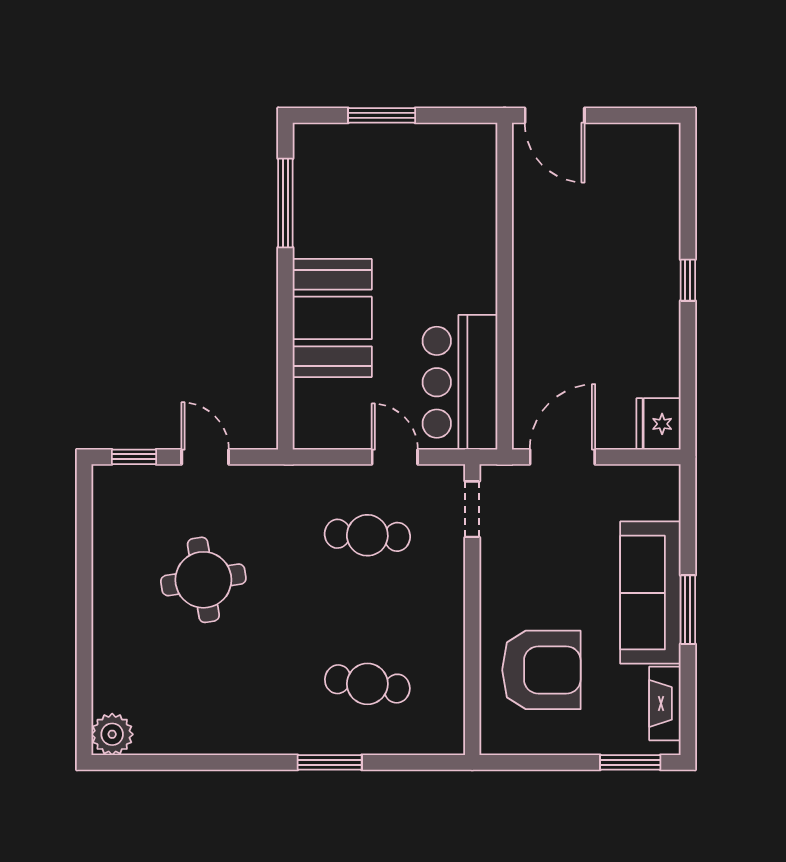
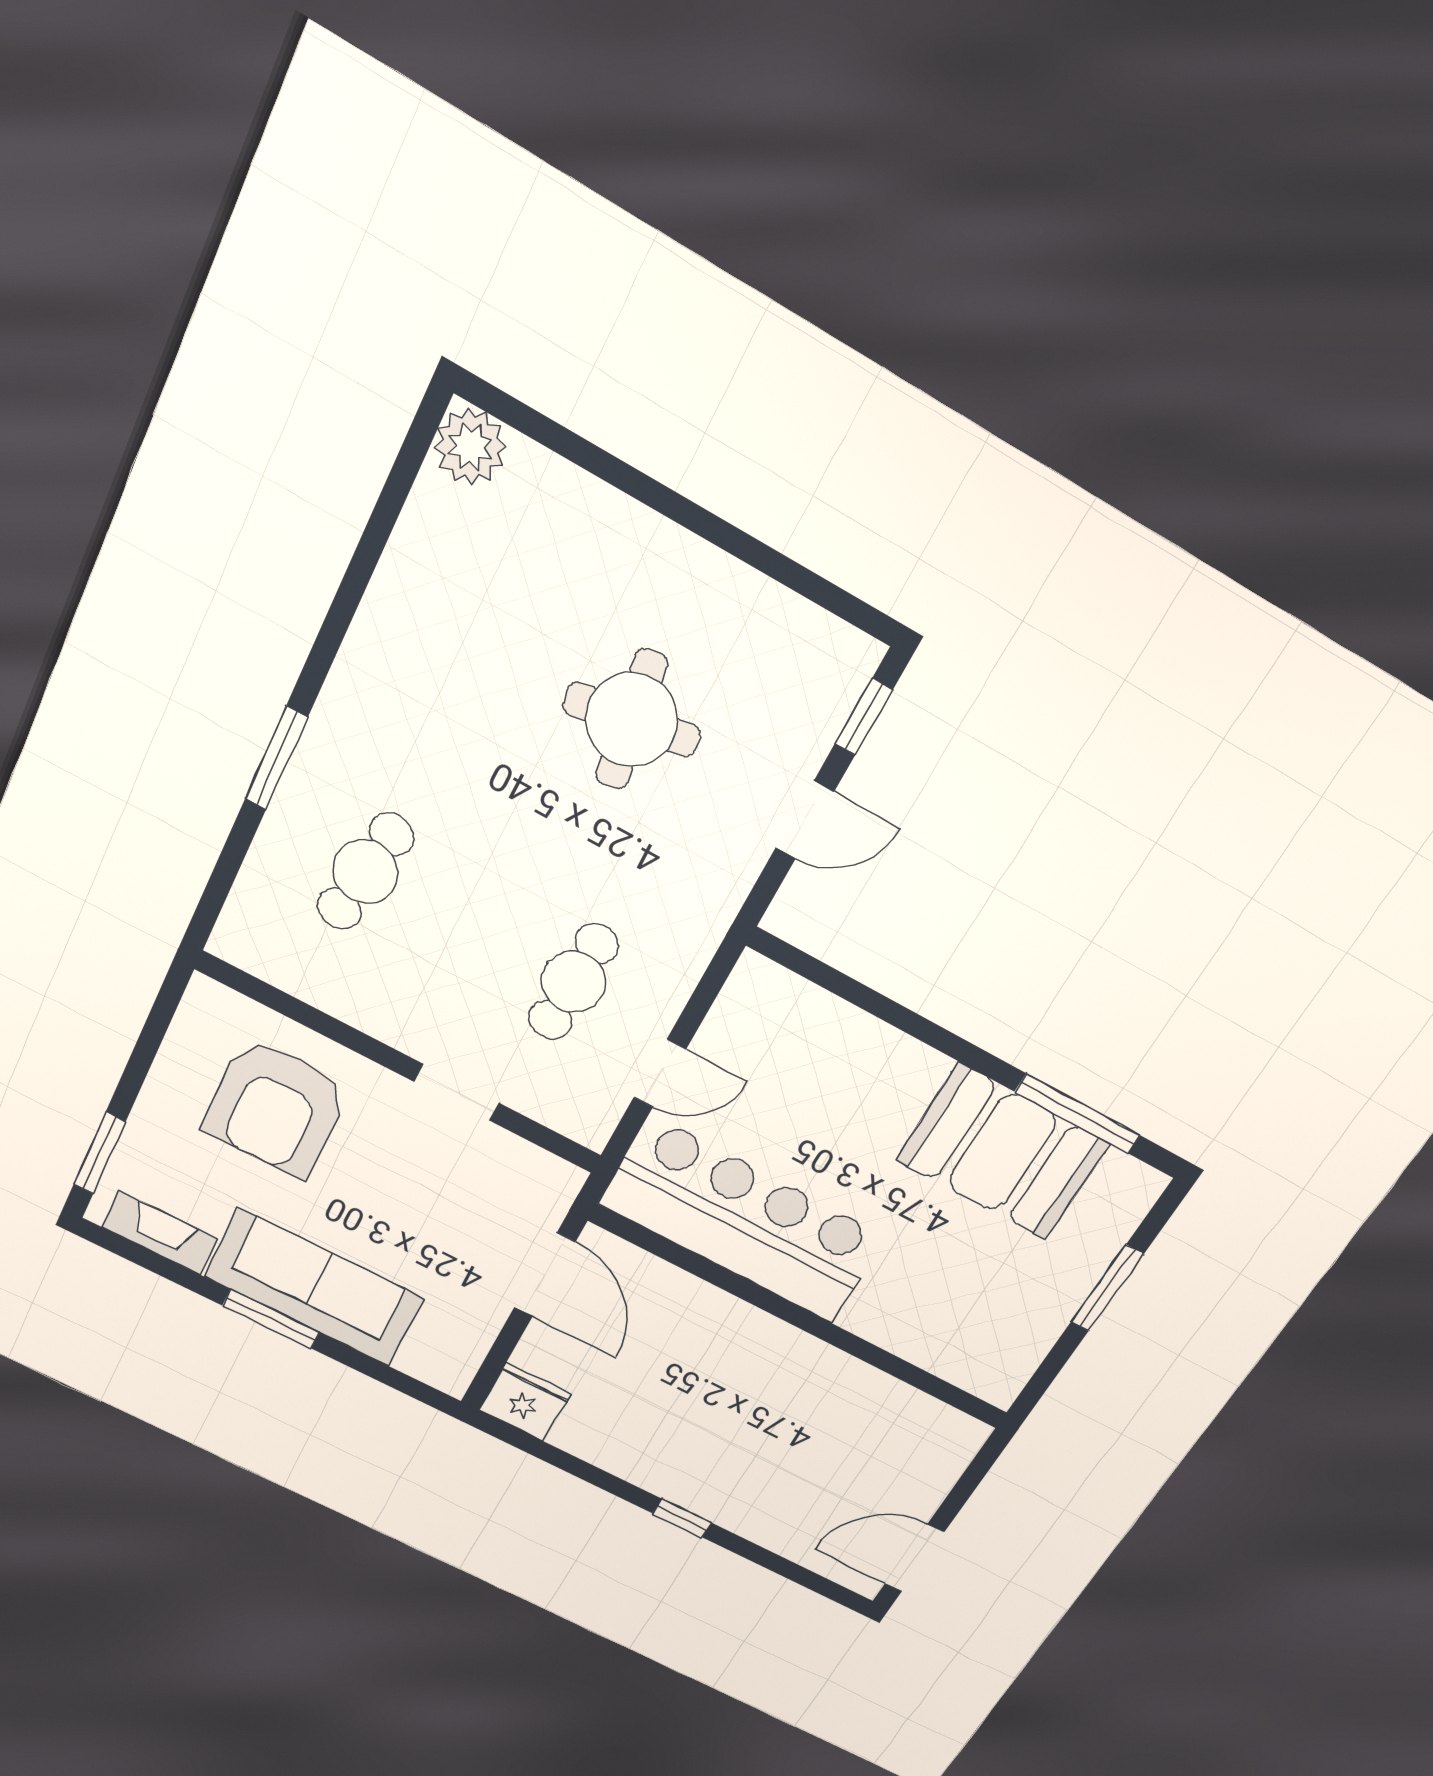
door: (555, 115) -> (914, 1558), moved
booth: (332, 318) -> (1003, 1152), moved
bar counter: (460, 382) -> (742, 1220), width x1.36
doorway: (472, 509) -> (456, 1092), moved

